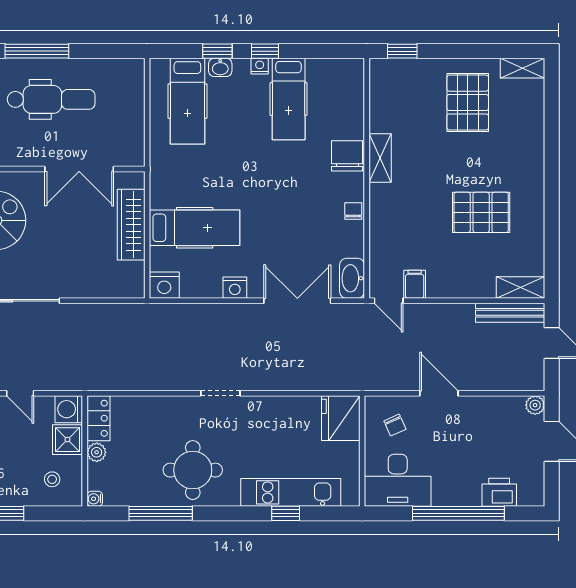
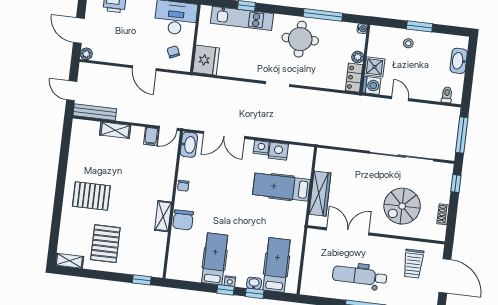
pallet: (481, 212) -> (91, 196), moved
nightstand: (164, 285) -> (278, 151), moved
shelving: (520, 288) -> (115, 130), moved
door: (389, 301) -> (168, 128), swing flipped
stool: (52, 479) -> (408, 43), moved

